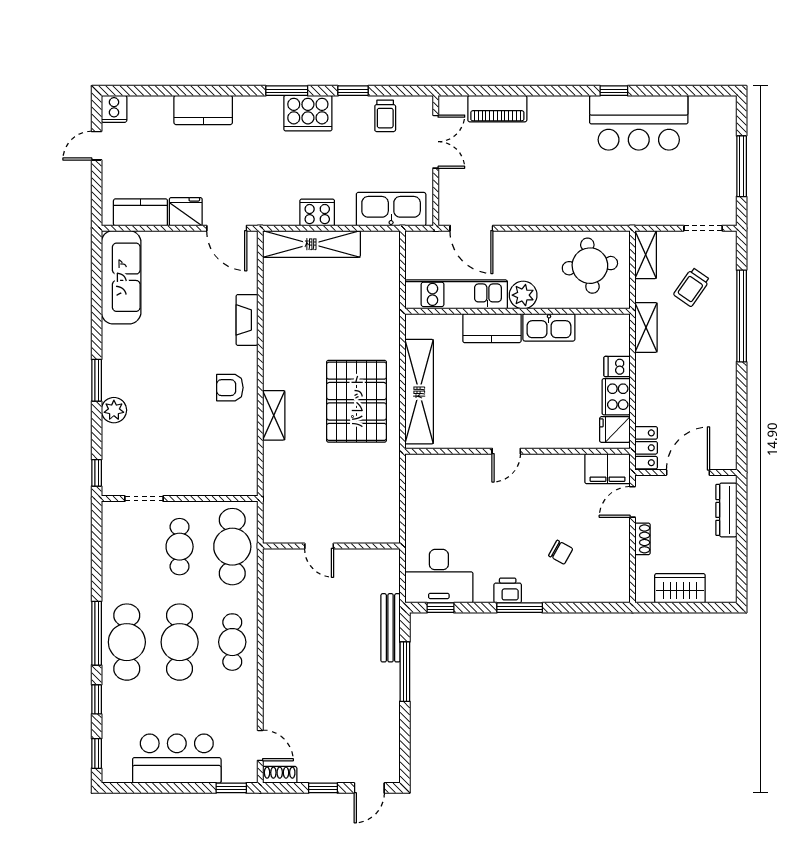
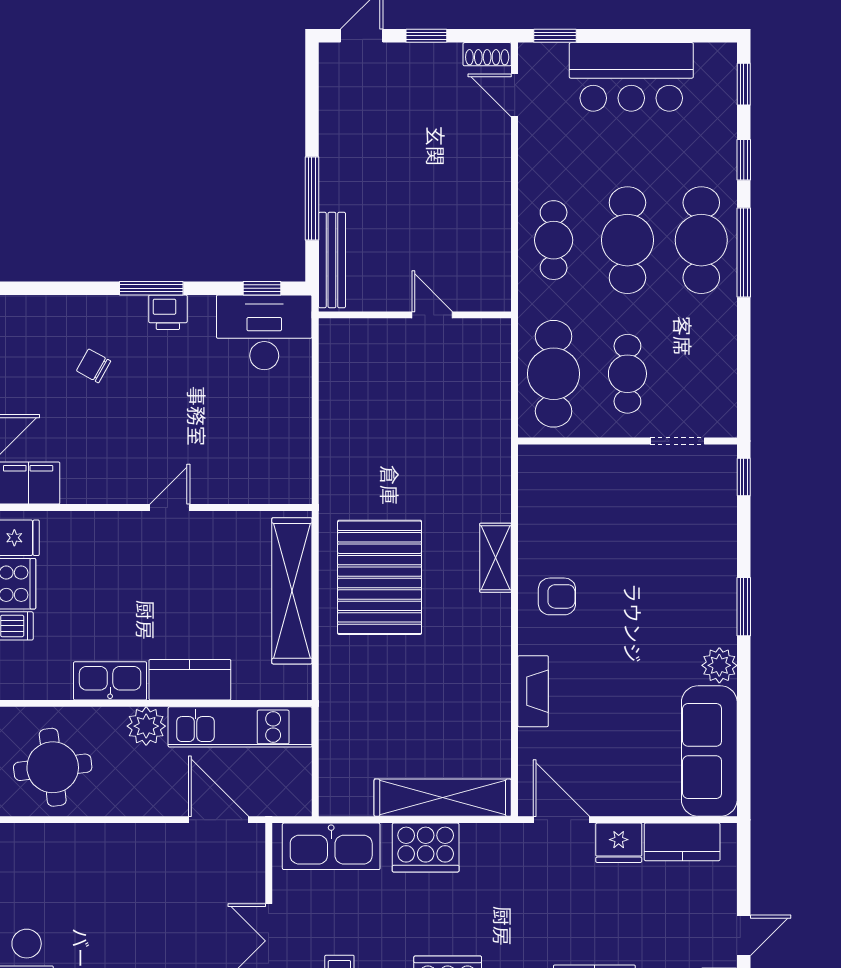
cooker: (317, 212) -> (426, 848), width x1.37, depth x1.31
plant: (114, 410) -> (719, 665), moved
door: (319, 546) -> (432, 315), moved
wall: (331, 546) -> (415, 315), moved

